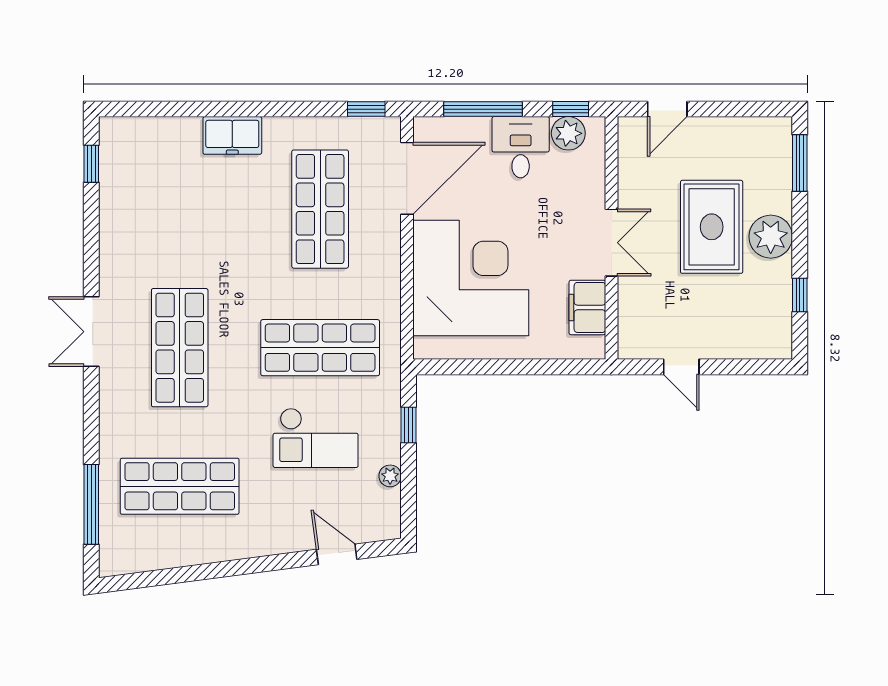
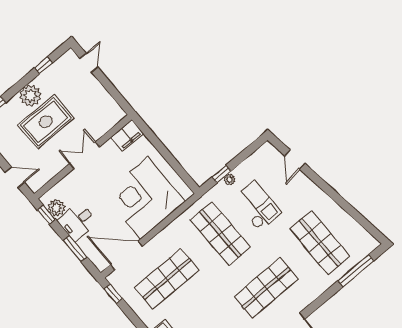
window: (483, 109) -> (75, 249), width x0.69
filing cabinet: (587, 307) -> (127, 135), moved
door: (681, 367) -> (89, 63), moved
plant: (390, 476) -> (230, 179), moved

